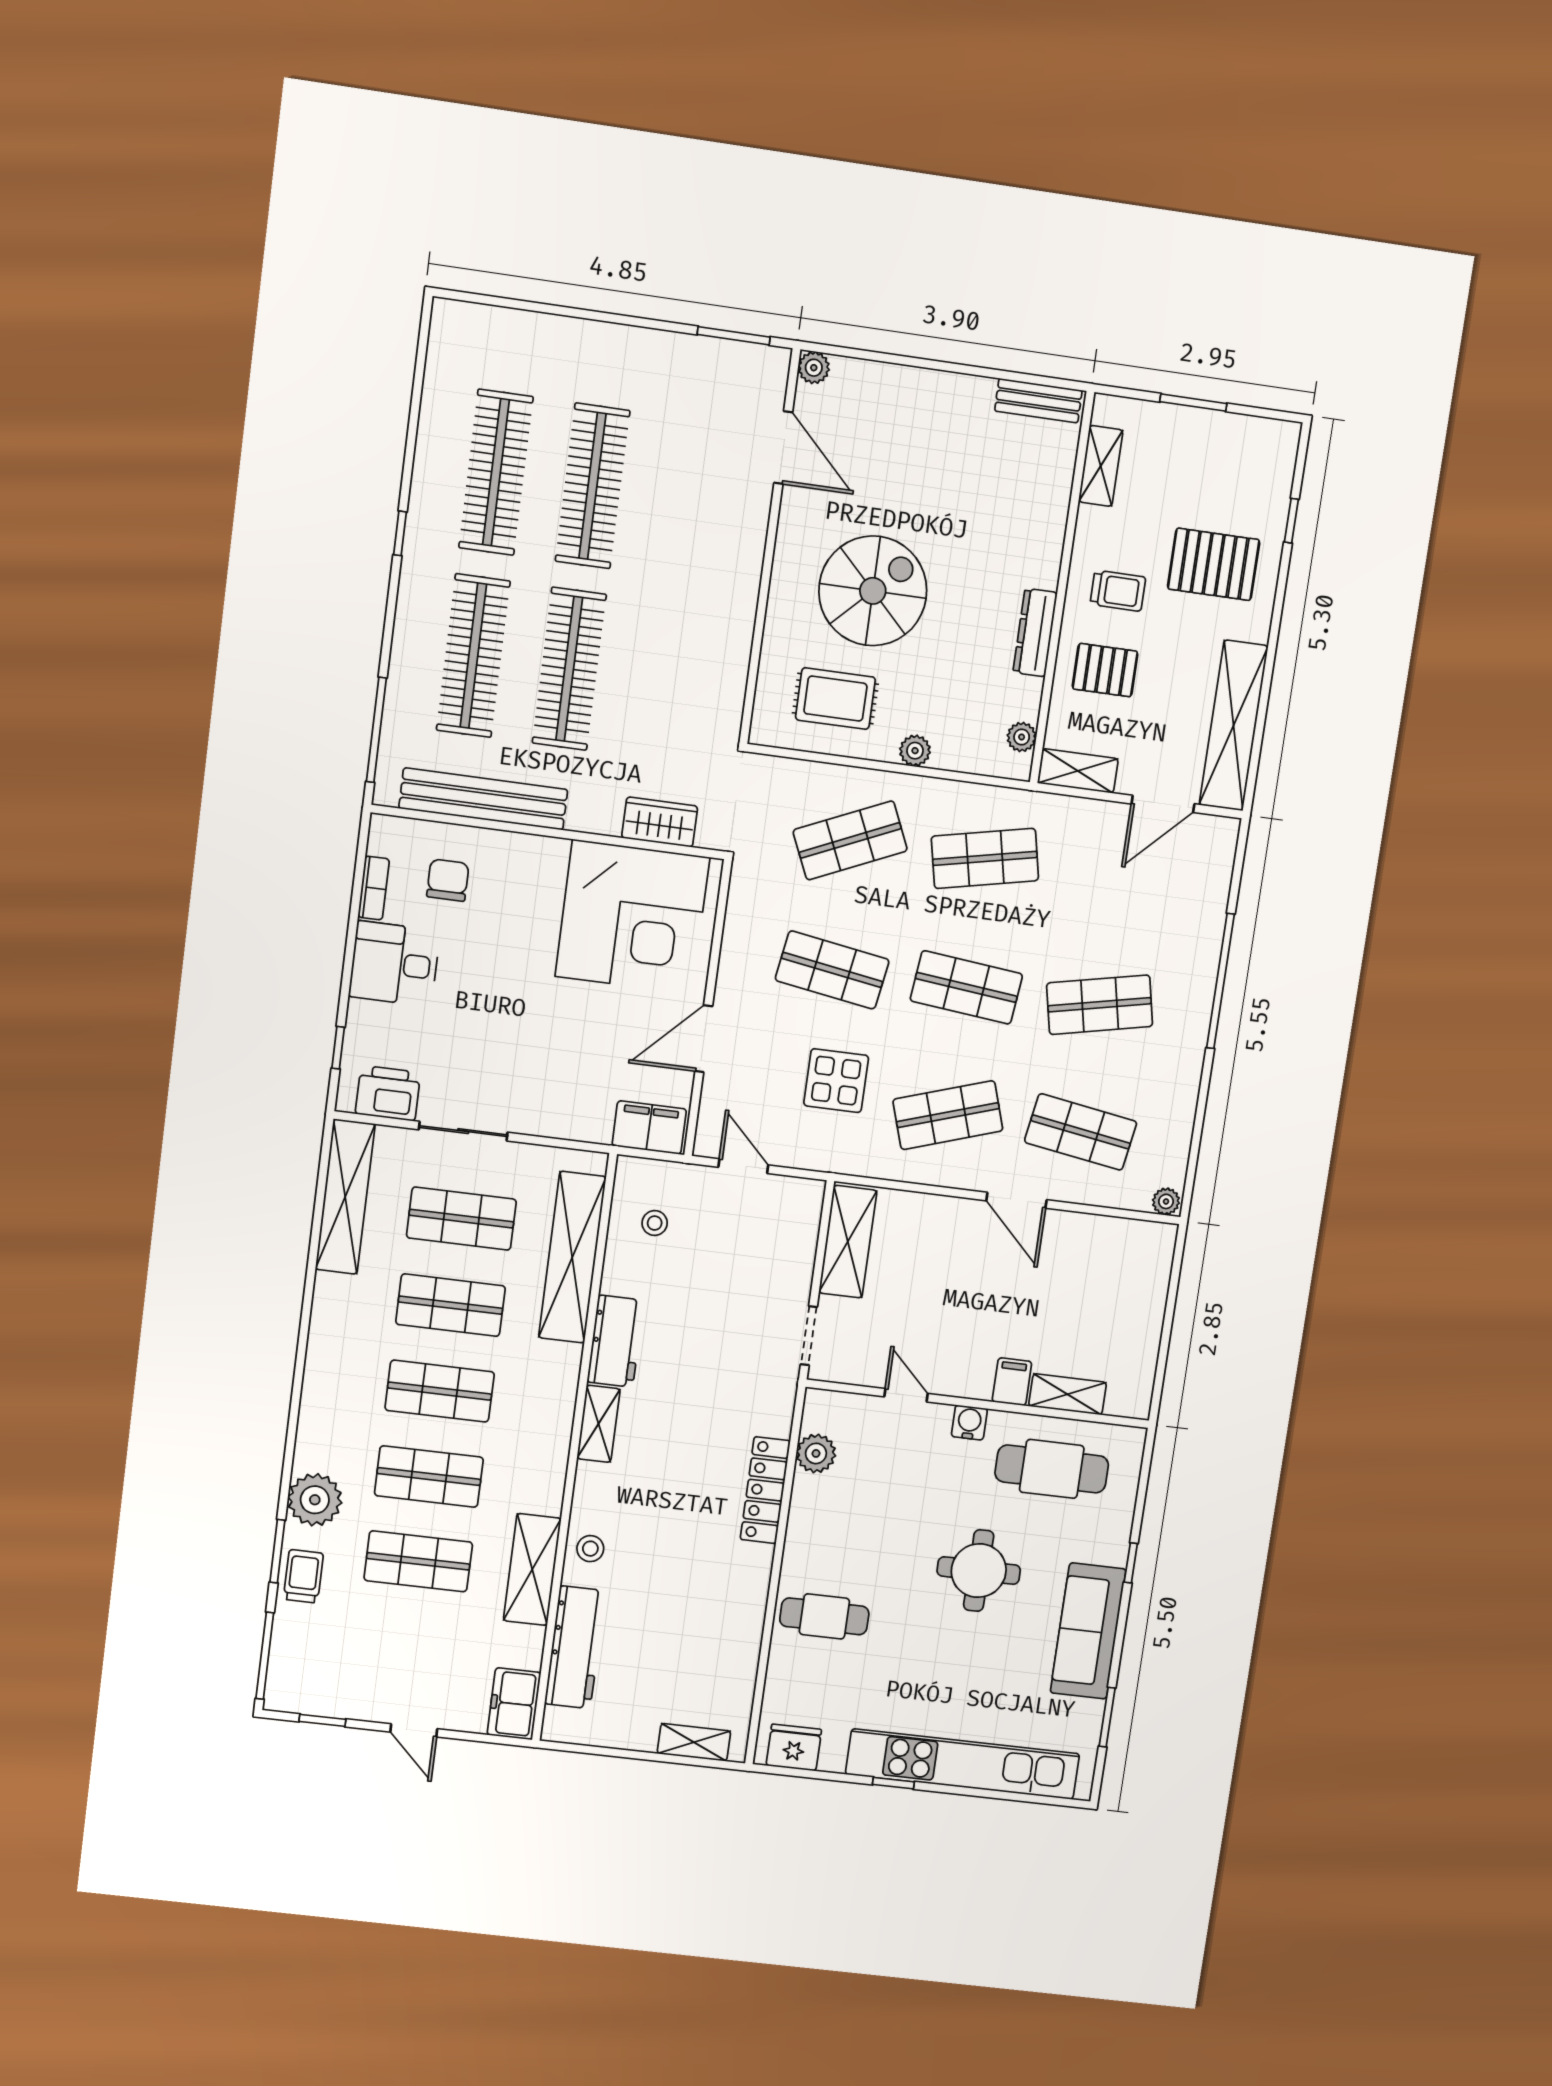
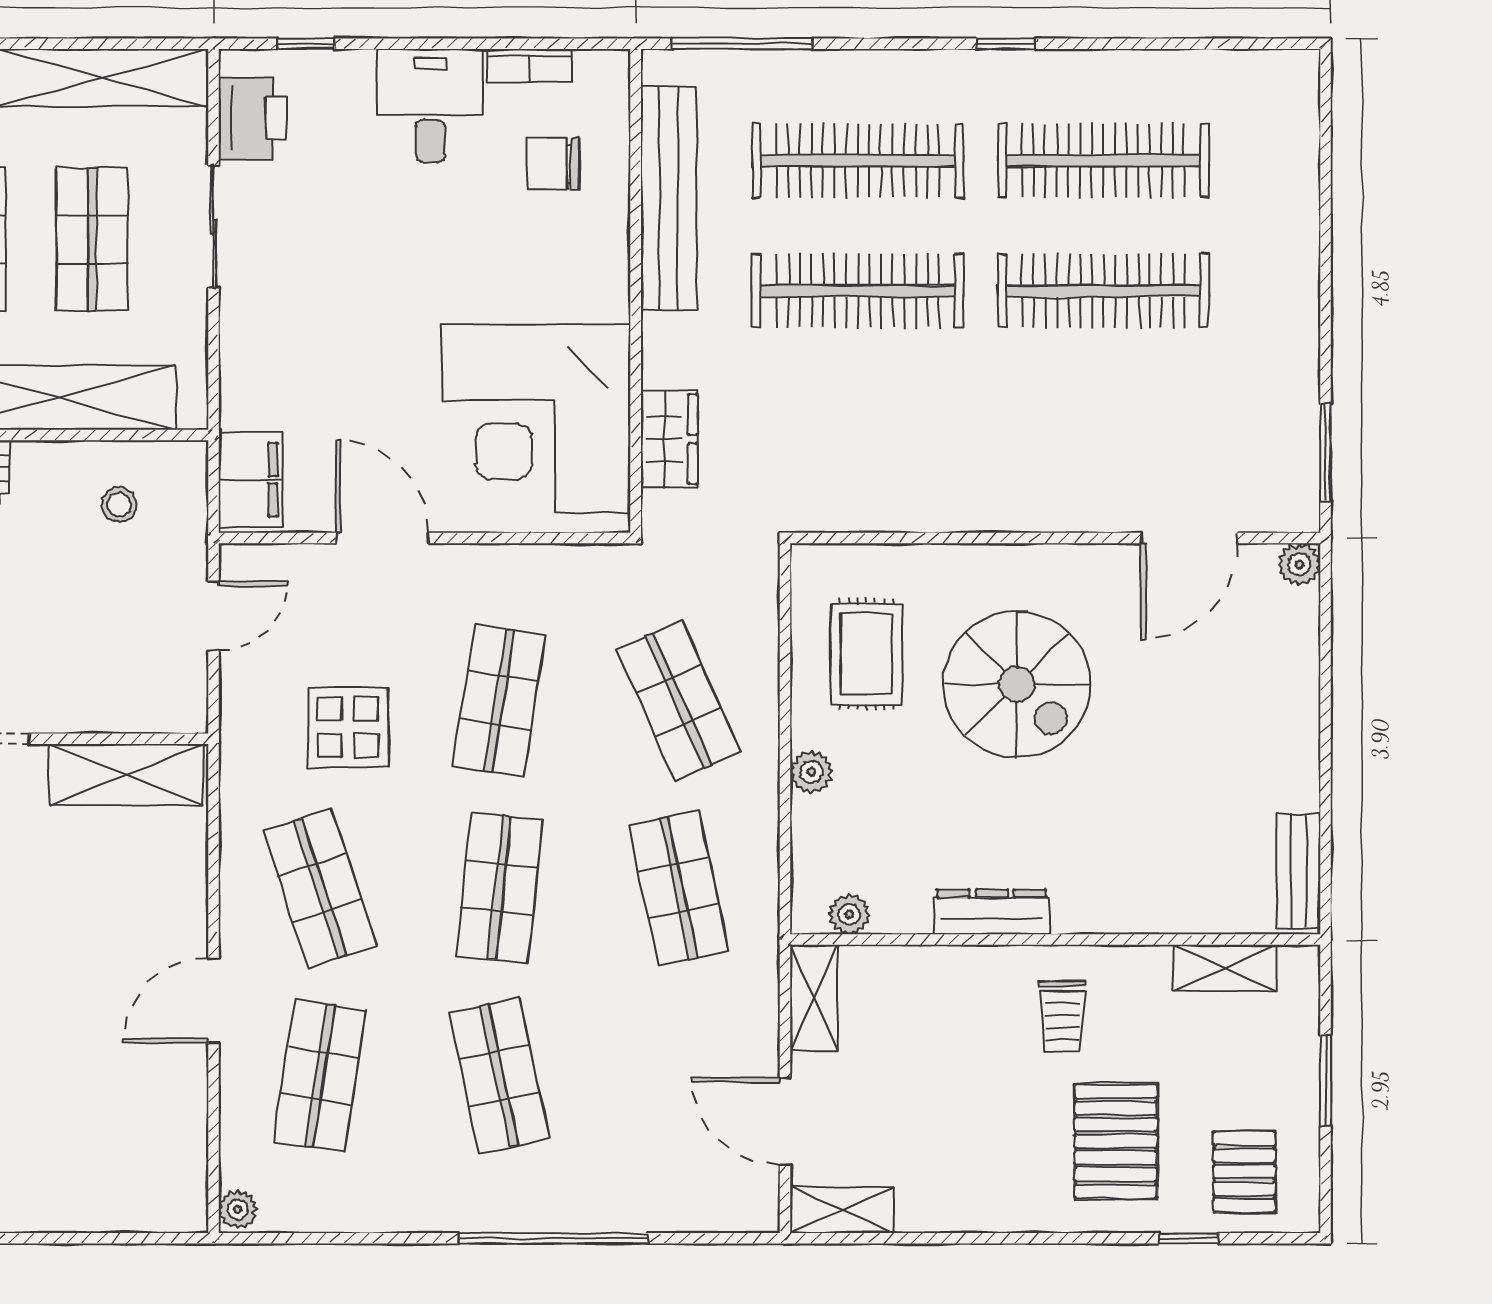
pallet: (1105, 670) -> (1245, 1172), moved
shelving: (1234, 725) -> (842, 1210), width x0.45, depth x0.75
chair: (448, 880) -> (553, 164), turned 180

